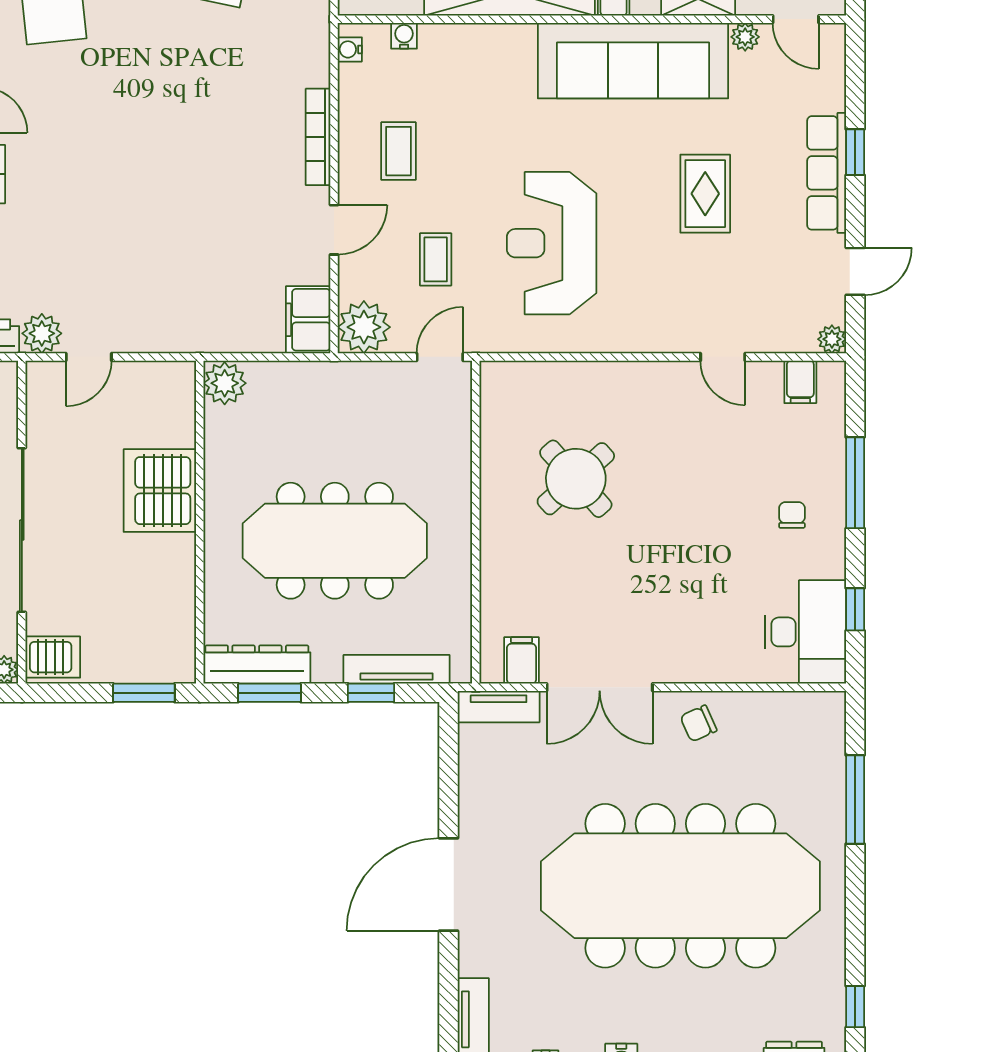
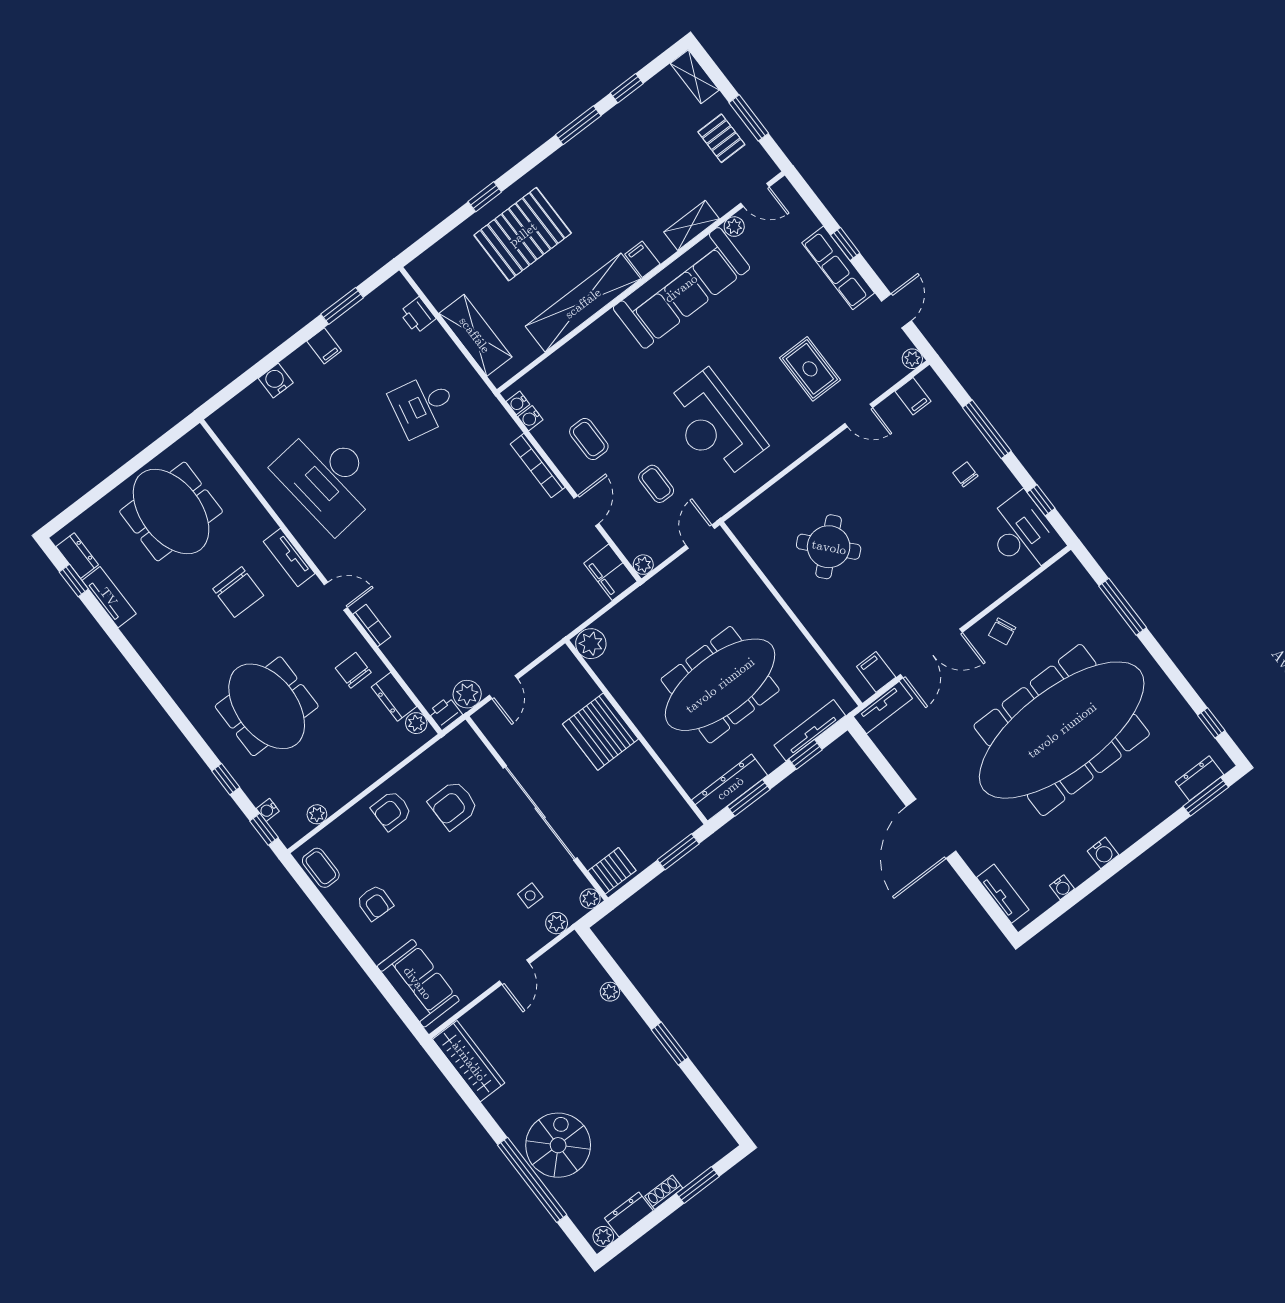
water cooler: (404, 36) -> (530, 418), moved, turned -90
rug: (705, 194) -> (810, 369), moved
plant: (364, 327) -> (643, 565), width x0.53, depth x0.53

